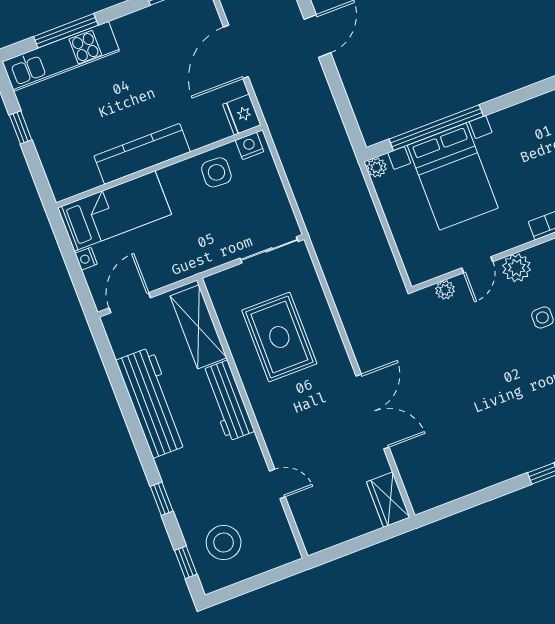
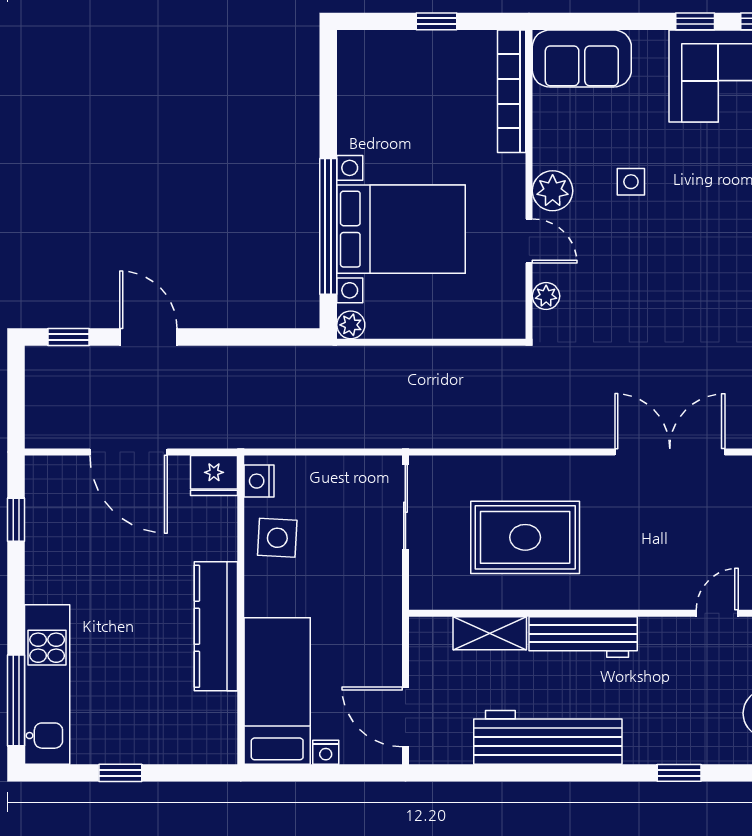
window: (66, 31) -> (16, 700), moved
shelving: (198, 327) -> (490, 633), width x0.67, depth x0.75

